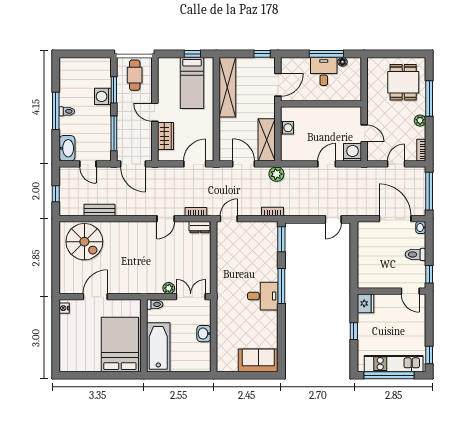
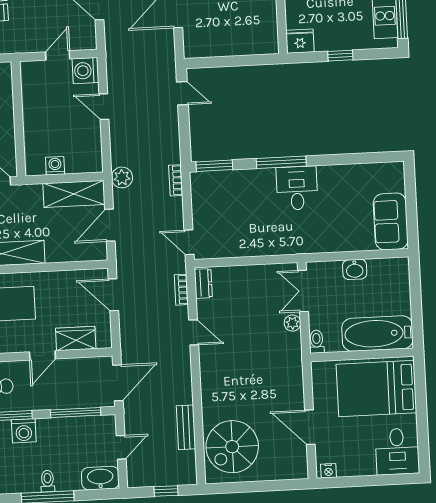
spiral stairs: (84, 242) -> (232, 447), turned 180
desk: (75, 357) -> (397, 451), added
sofa: (258, 360) -> (391, 221), moved

